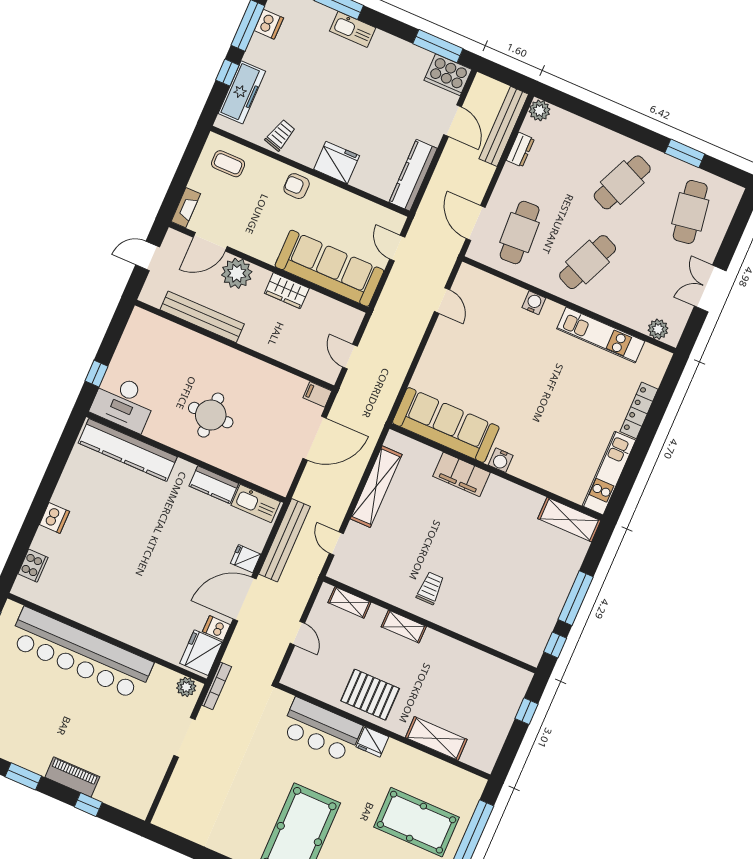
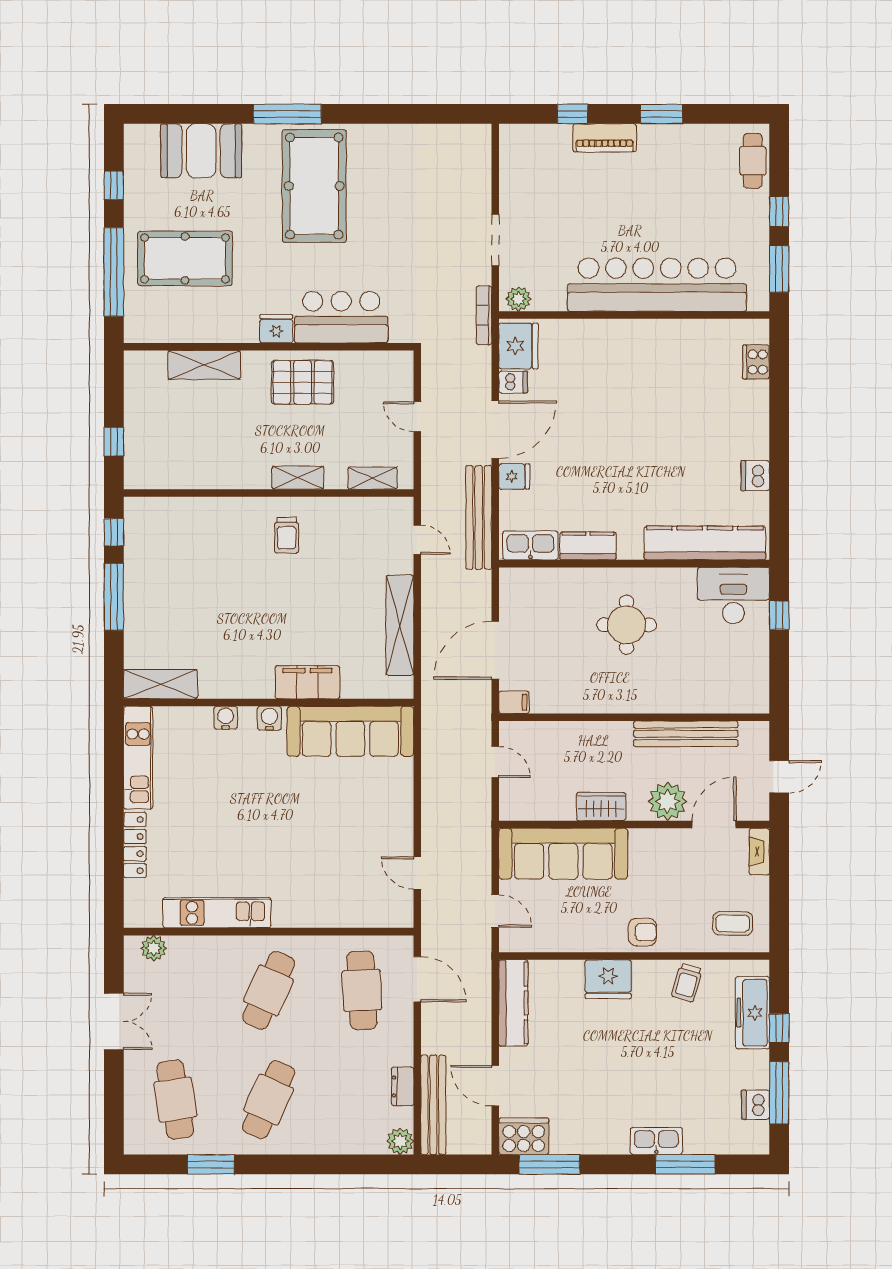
water cooler: (534, 303) -> (226, 718), moved, turned 180
dishwasher: (54, 518) -> (755, 476), moved

